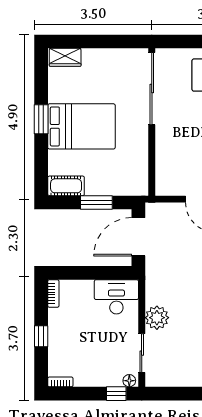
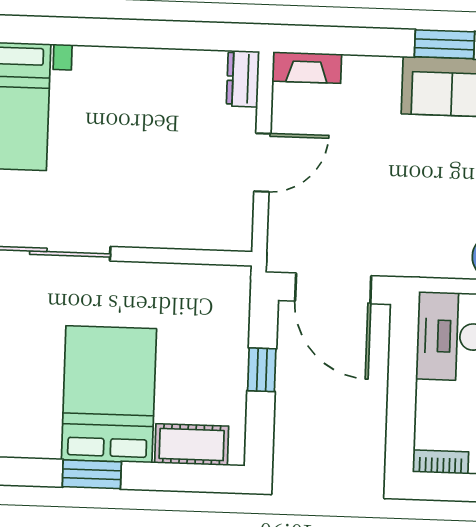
cot: (66, 186) -> (192, 445), moved, turned 90
window: (96, 202) -> (262, 370), width x0.67

